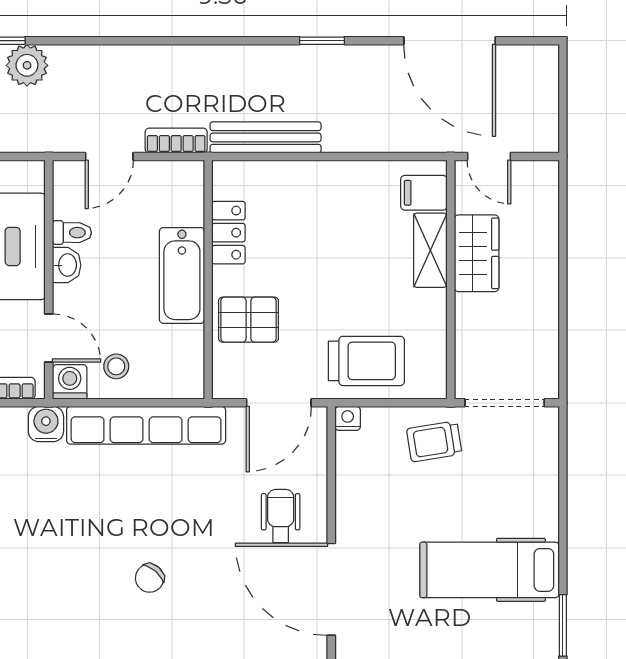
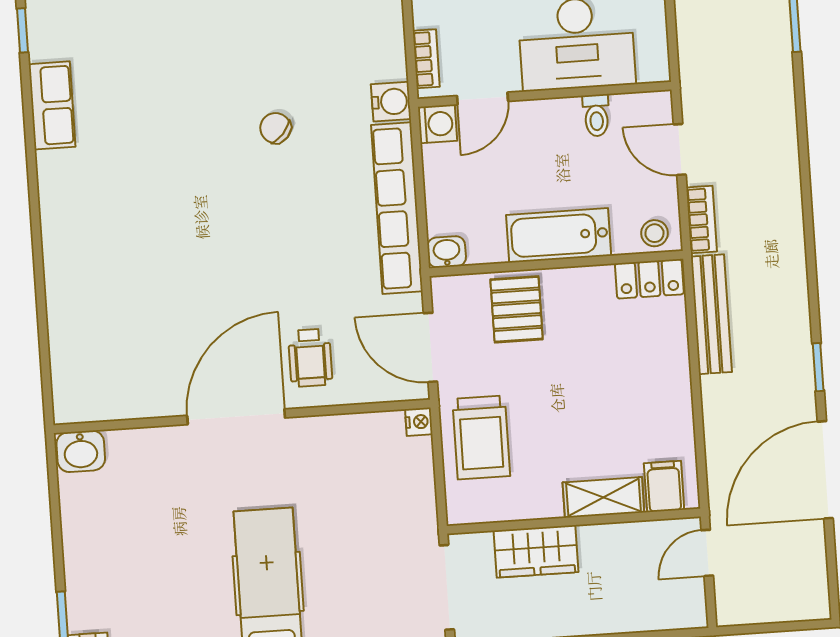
door: (450, 41) -> (825, 470), moved
plant: (27, 65) -> (771, 56), removed
locker: (228, 233) -> (649, 279), moved
wardrobe: (477, 253) -> (536, 551), moved
washbasin: (67, 265) -> (447, 252), moved, turned 180
stool: (116, 366) -> (654, 233), moved
trolley: (434, 441) -> (401, 515), removed
wheelchair: (281, 516) -> (310, 358), turned 90
chair: (150, 578) -> (276, 128), moved

